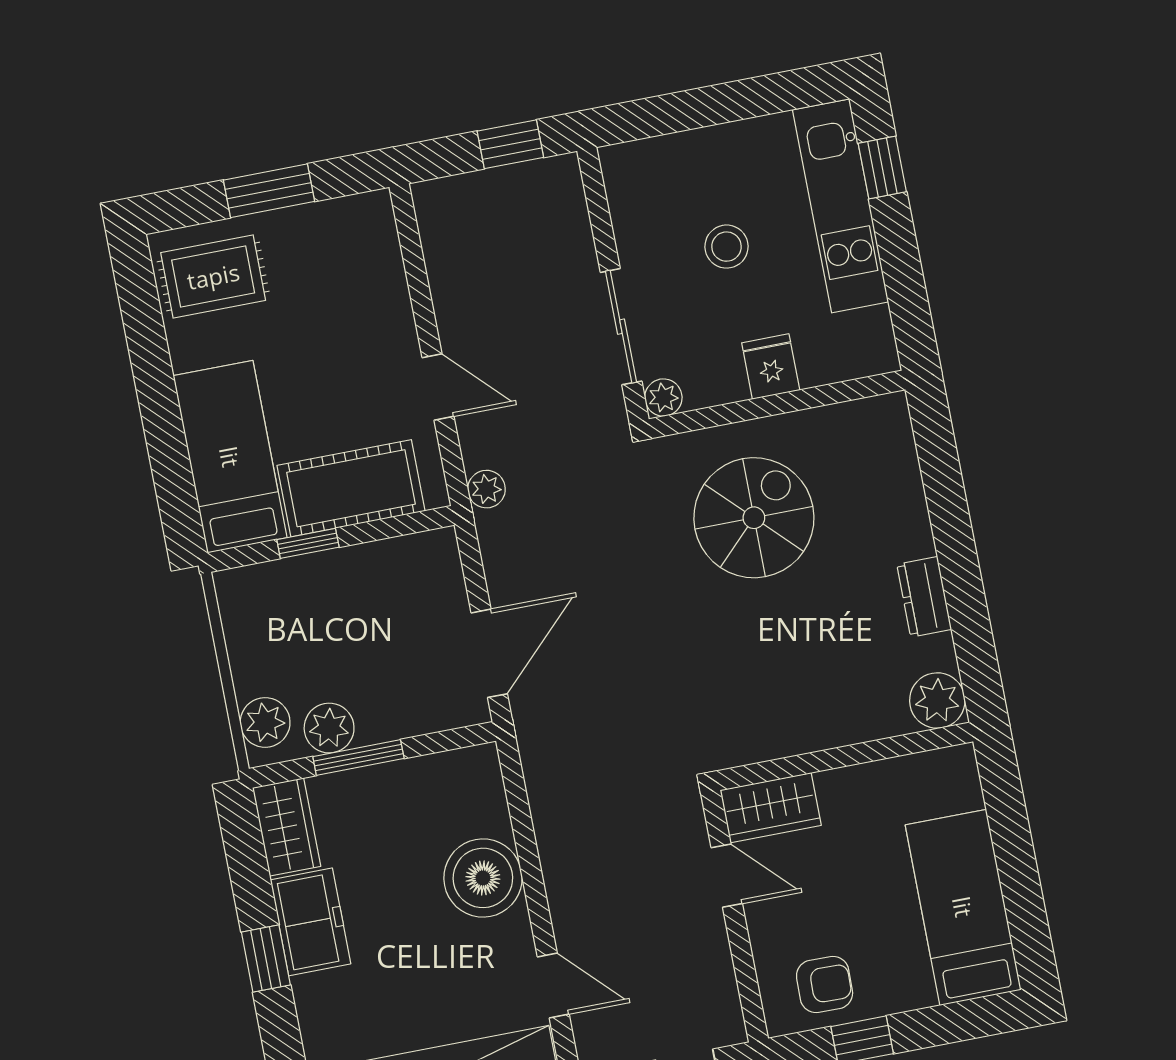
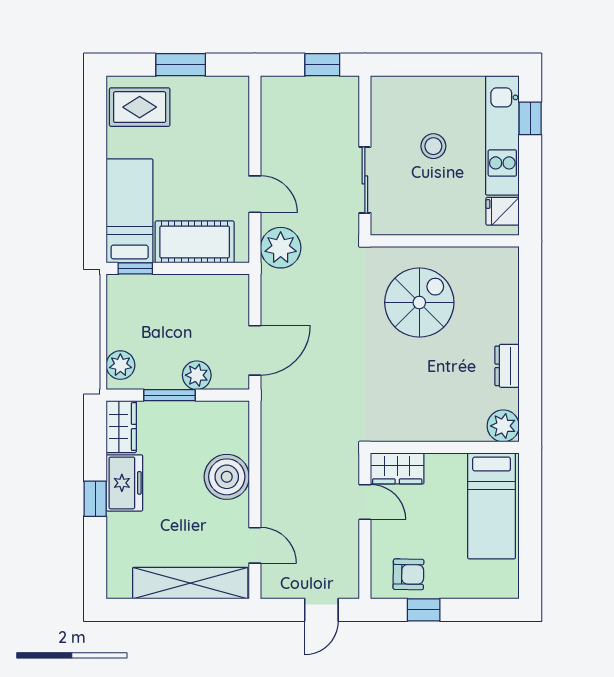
fridge: (771, 367) -> (503, 211), moved, turned -90
plant: (663, 398) -> (381, 225), removed
plant: (486, 489) -> (281, 248), width x1.88, depth x1.88
window: (308, 543) -> (135, 268), moved
plant: (329, 728) -> (197, 375), moved
bed: (963, 907) -> (492, 506), moved, turned 180

